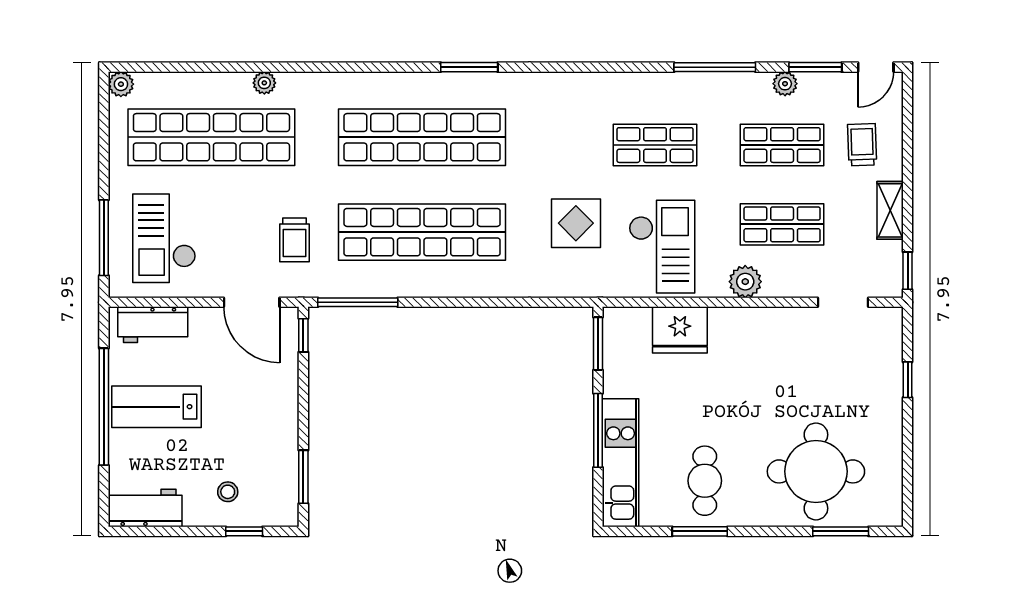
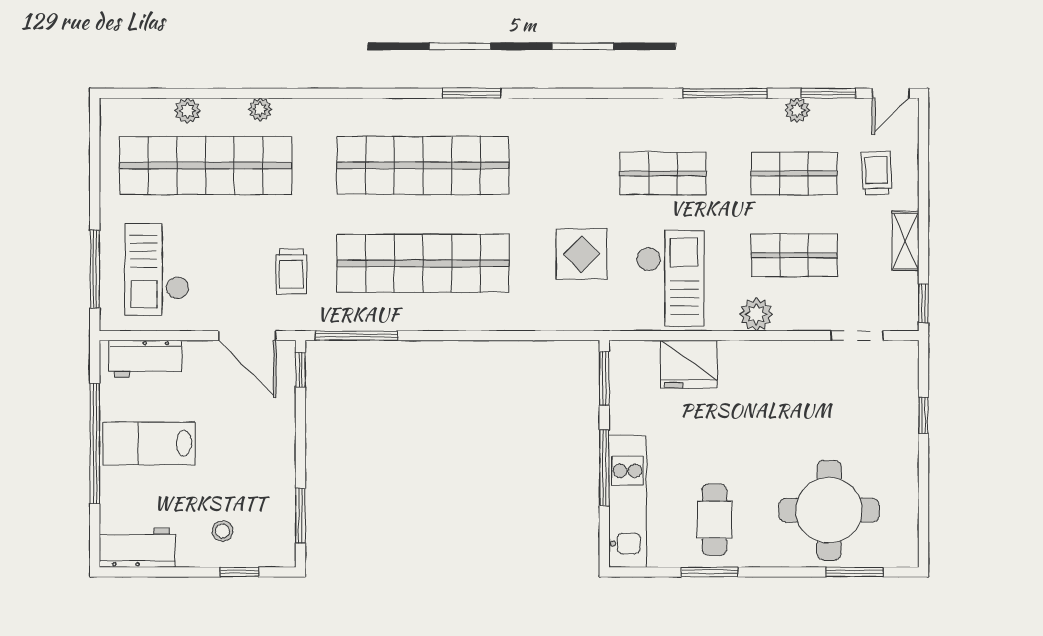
plant: (121, 84) -> (187, 111), moved

